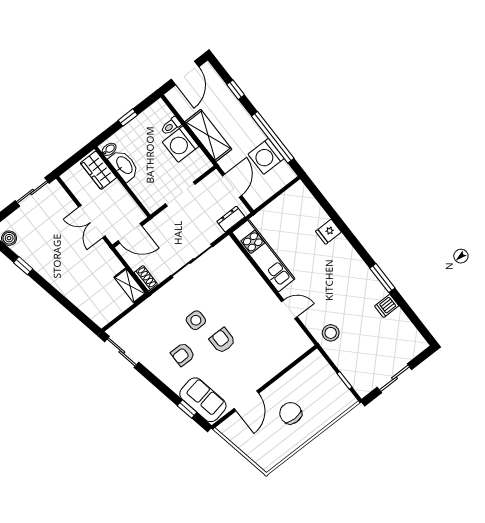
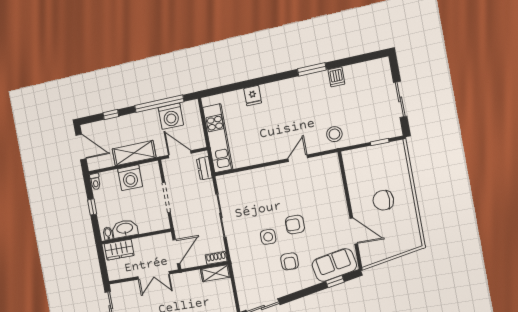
toilet: (171, 126) -> (95, 182), moved
kitchen unit: (263, 256) -> (218, 138), moved, turned 90

